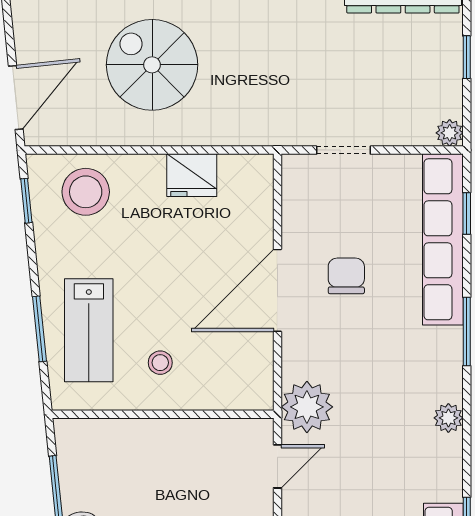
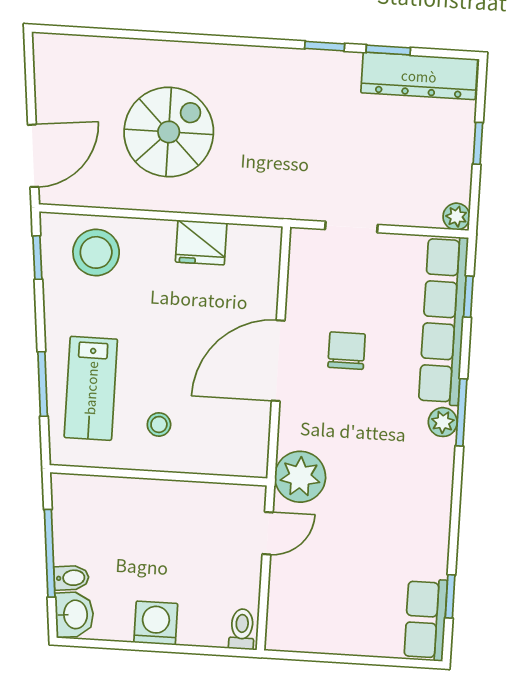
spiral stairs: (152, 65) -> (169, 132), turned 90
plant: (448, 418) -> (443, 422), moved

